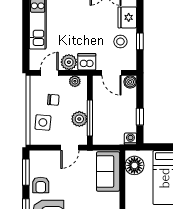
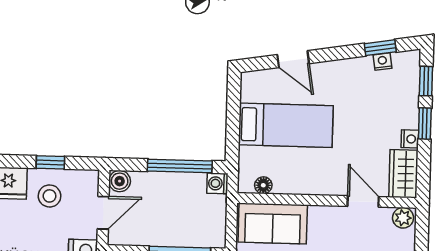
window: (140, 117) -> (180, 166), width x2.17
floor lamp: (134, 165) -> (263, 185), width x0.53, depth x0.53

